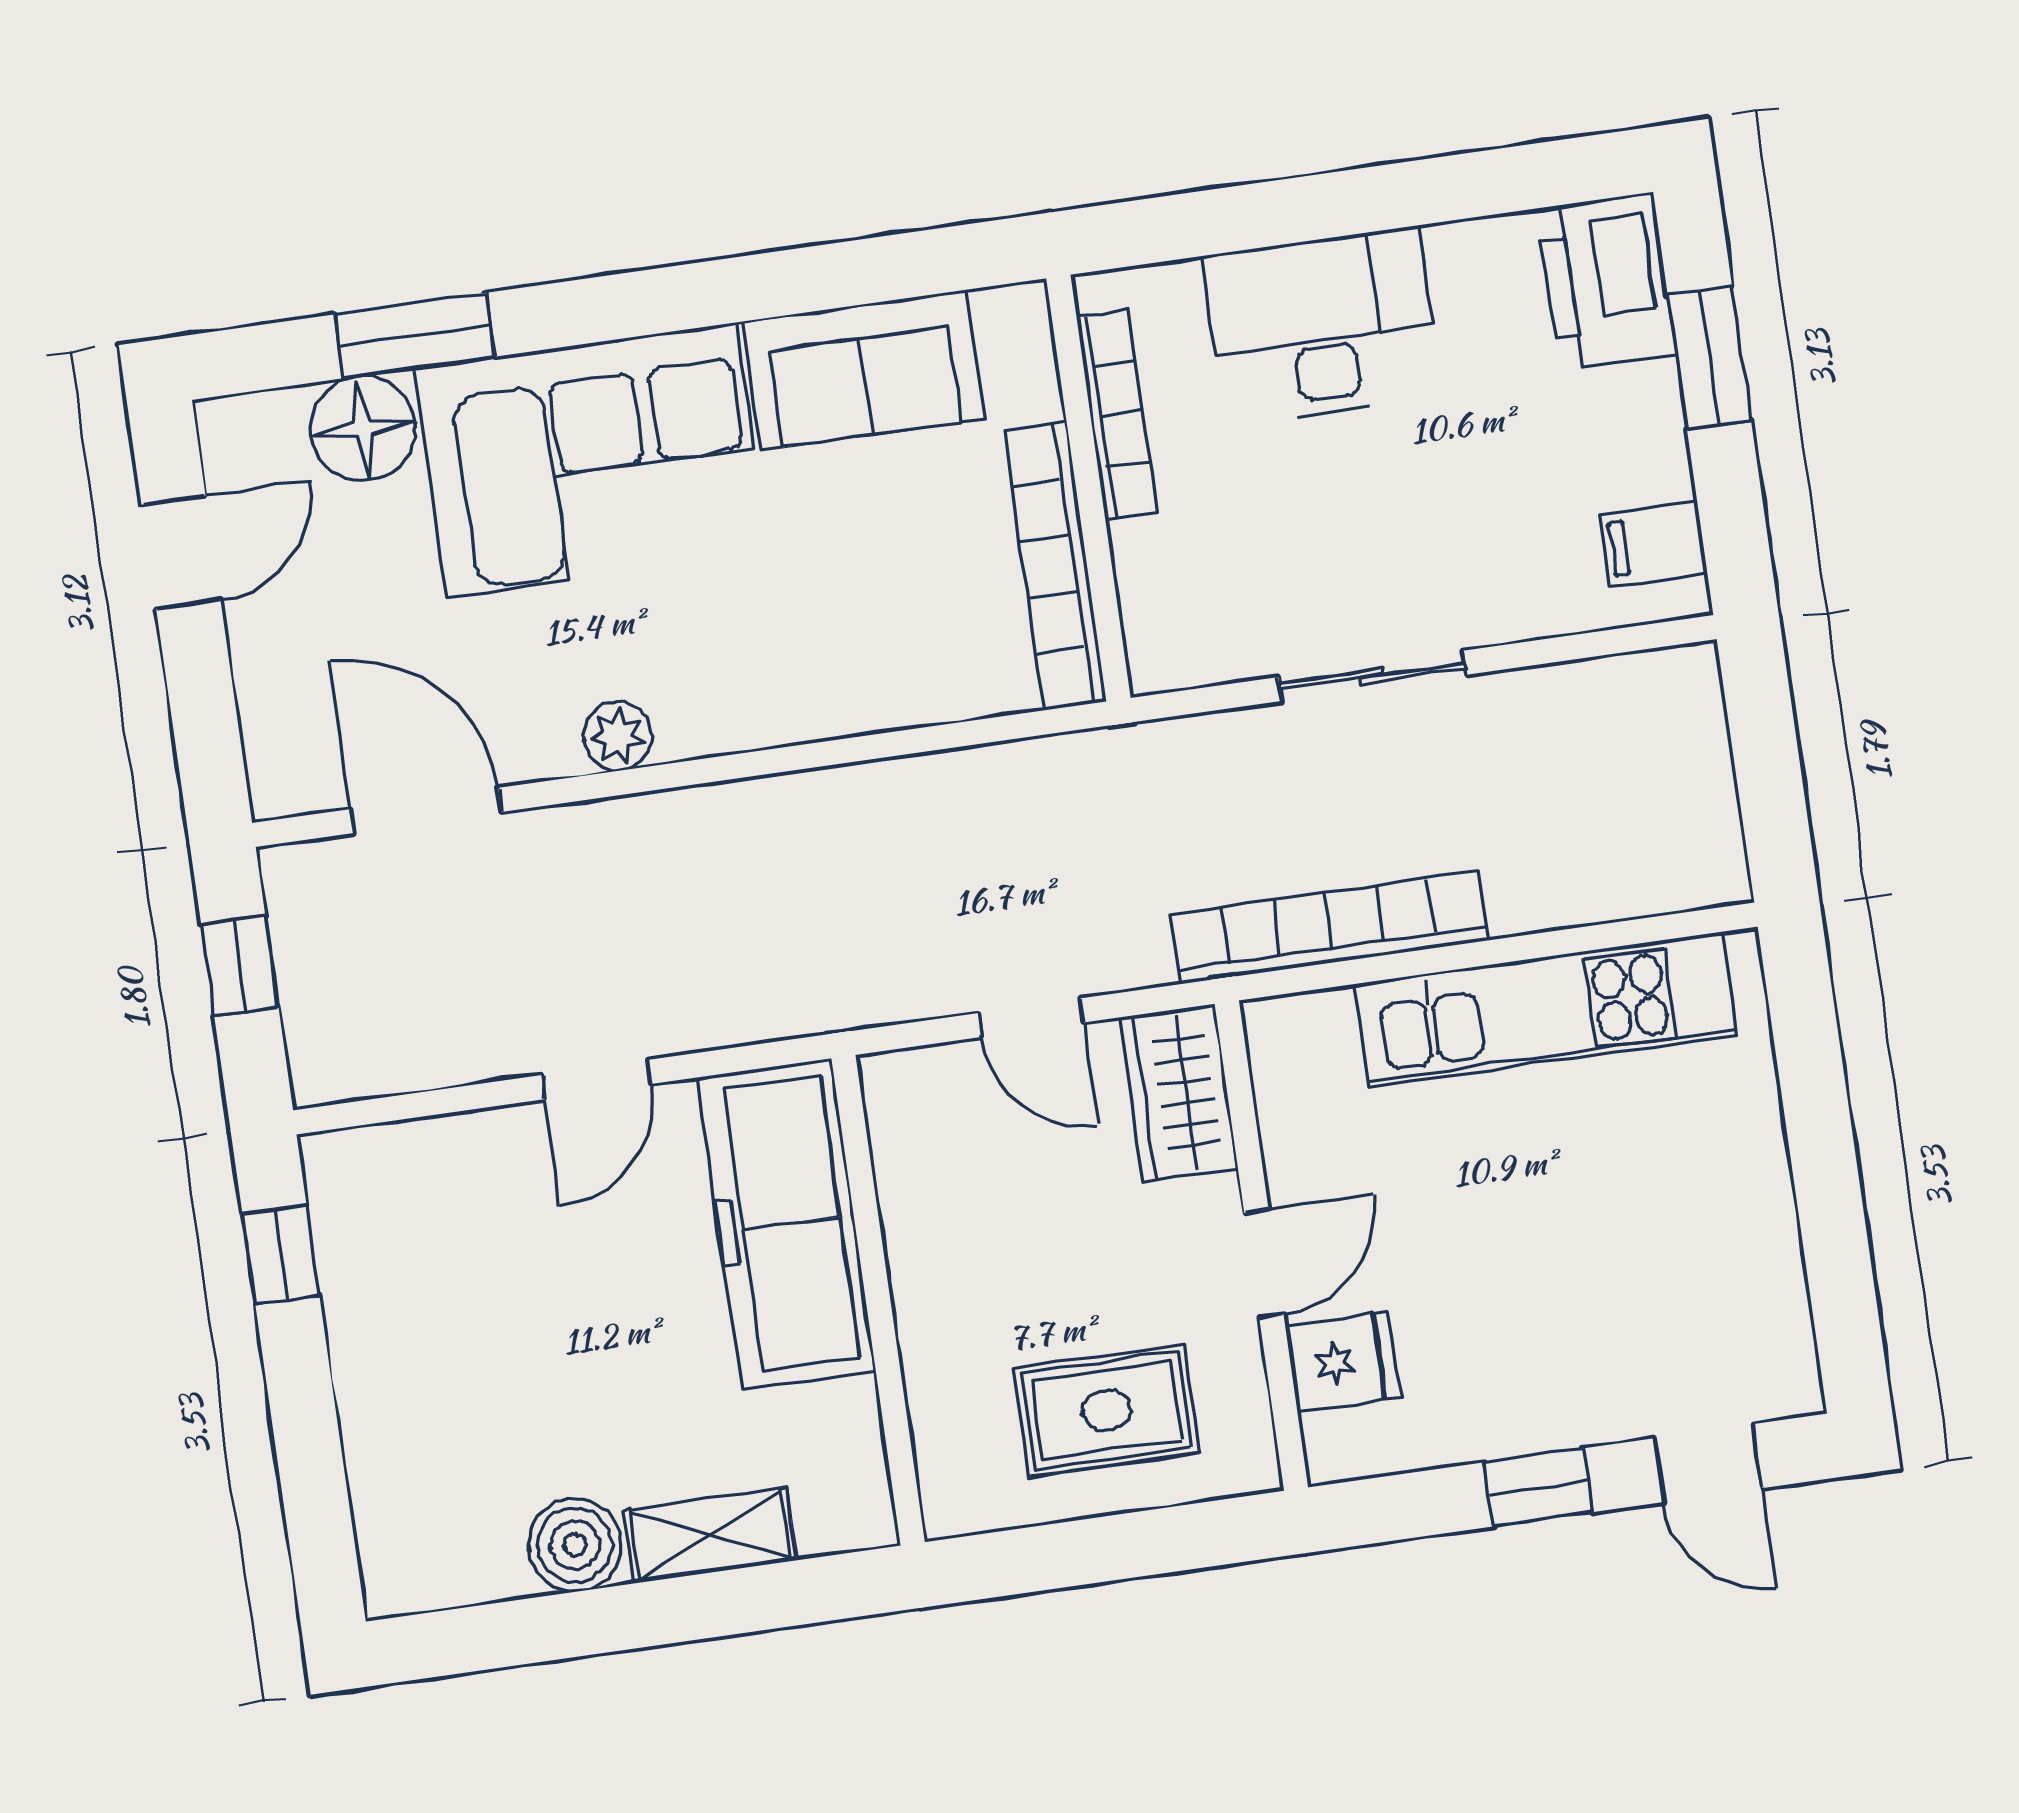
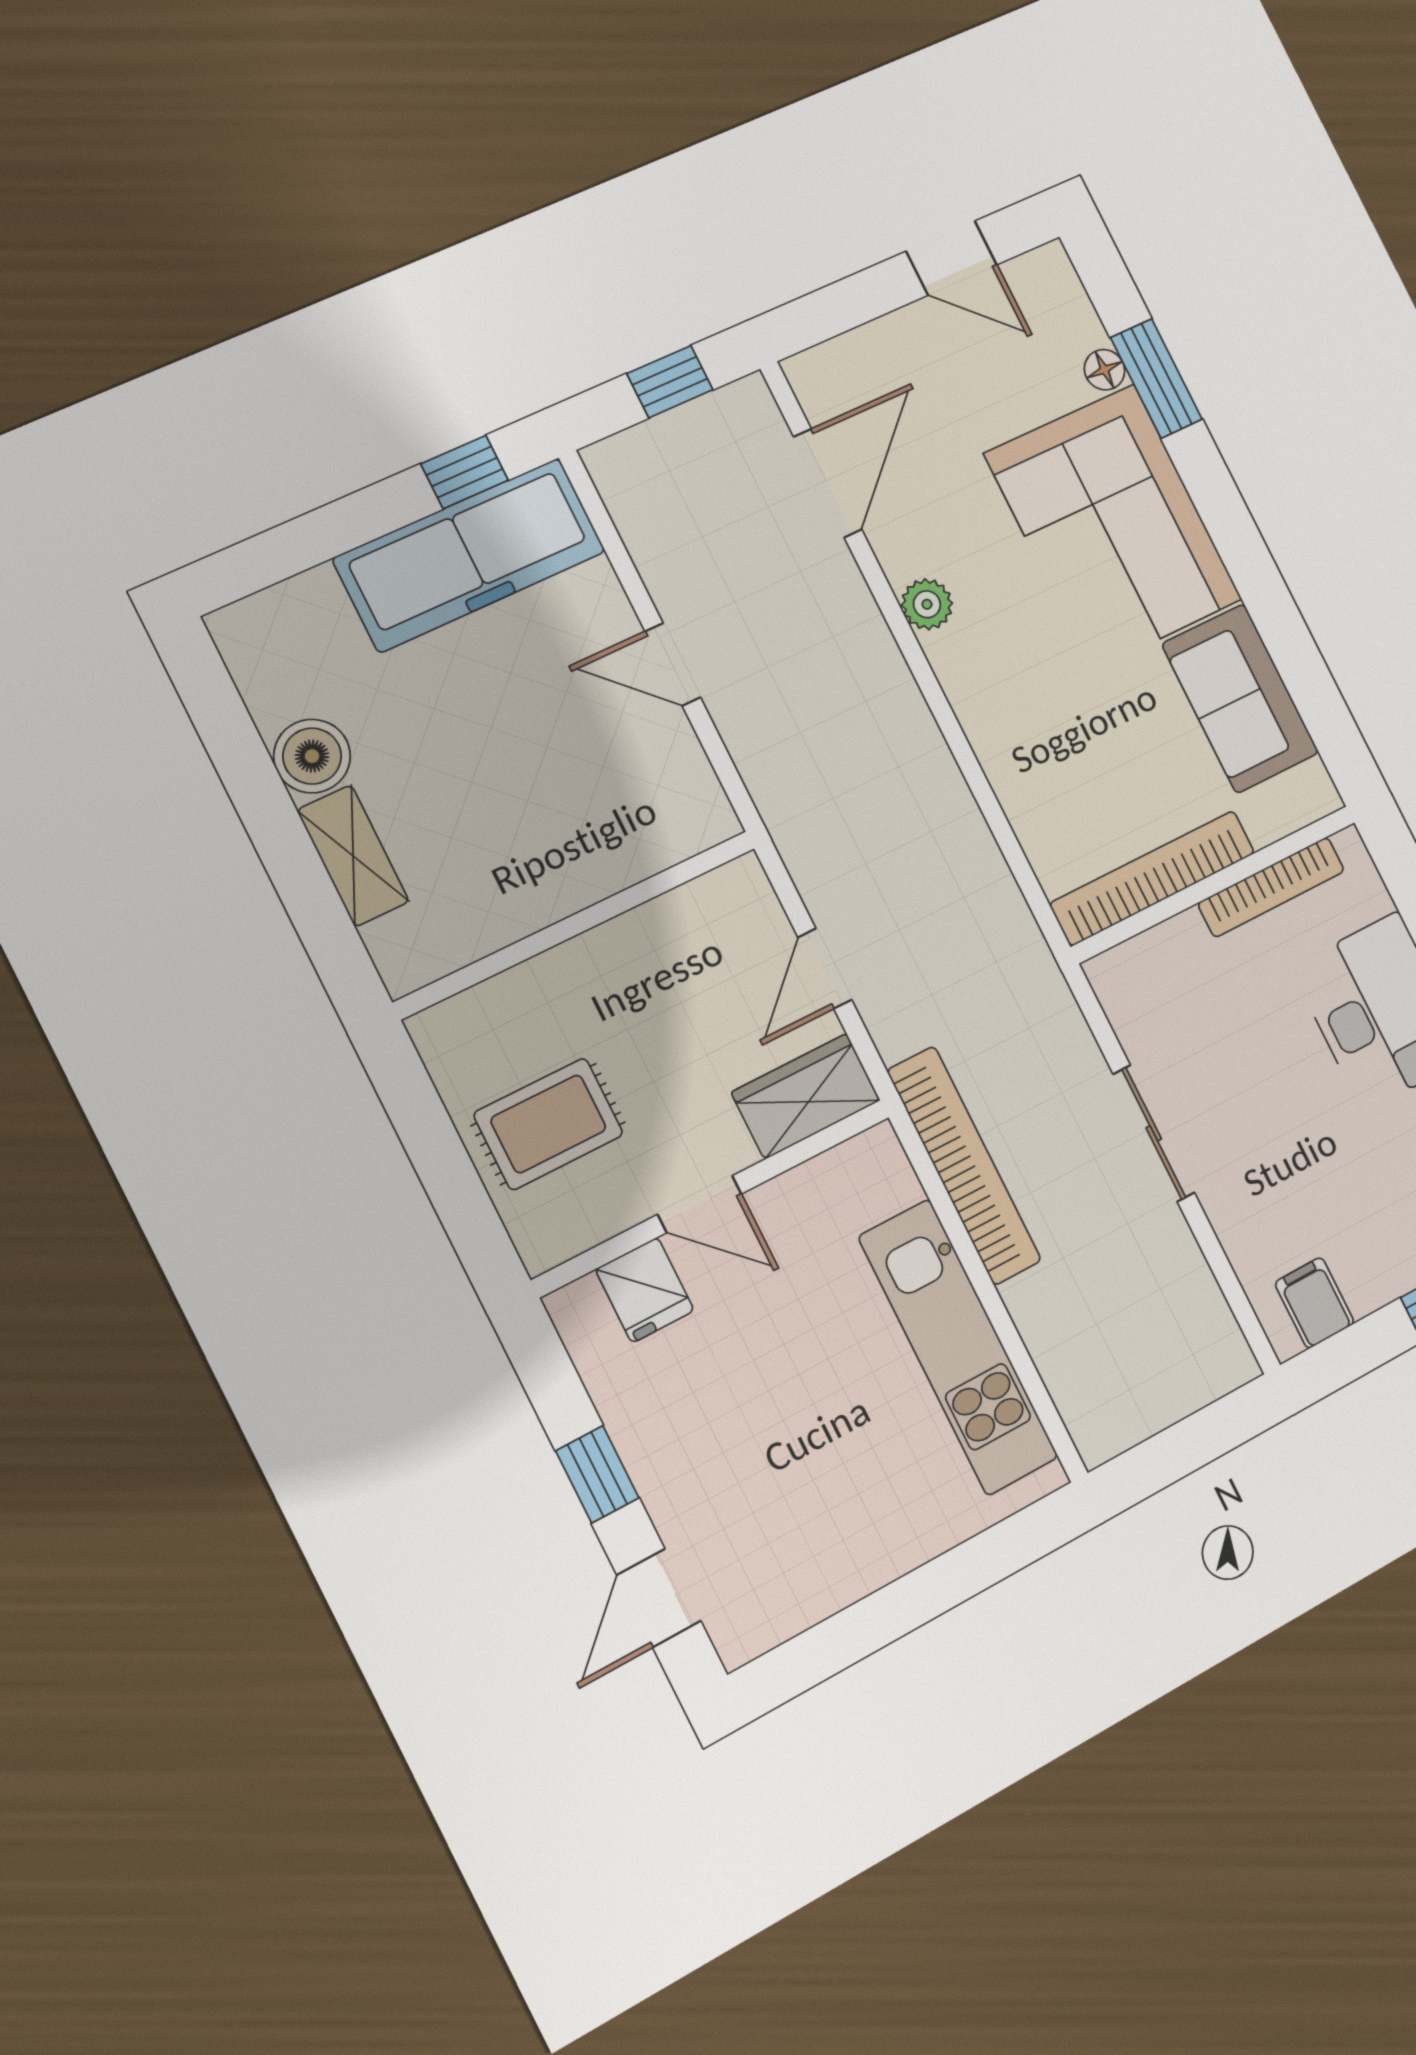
floor lamp: (363, 428) -> (1105, 370), width x0.53, depth x0.53
freezer: (787, 1224) -> (470, 555), moved, turned 180
rug: (1106, 1410) -> (548, 1124), turned 90

